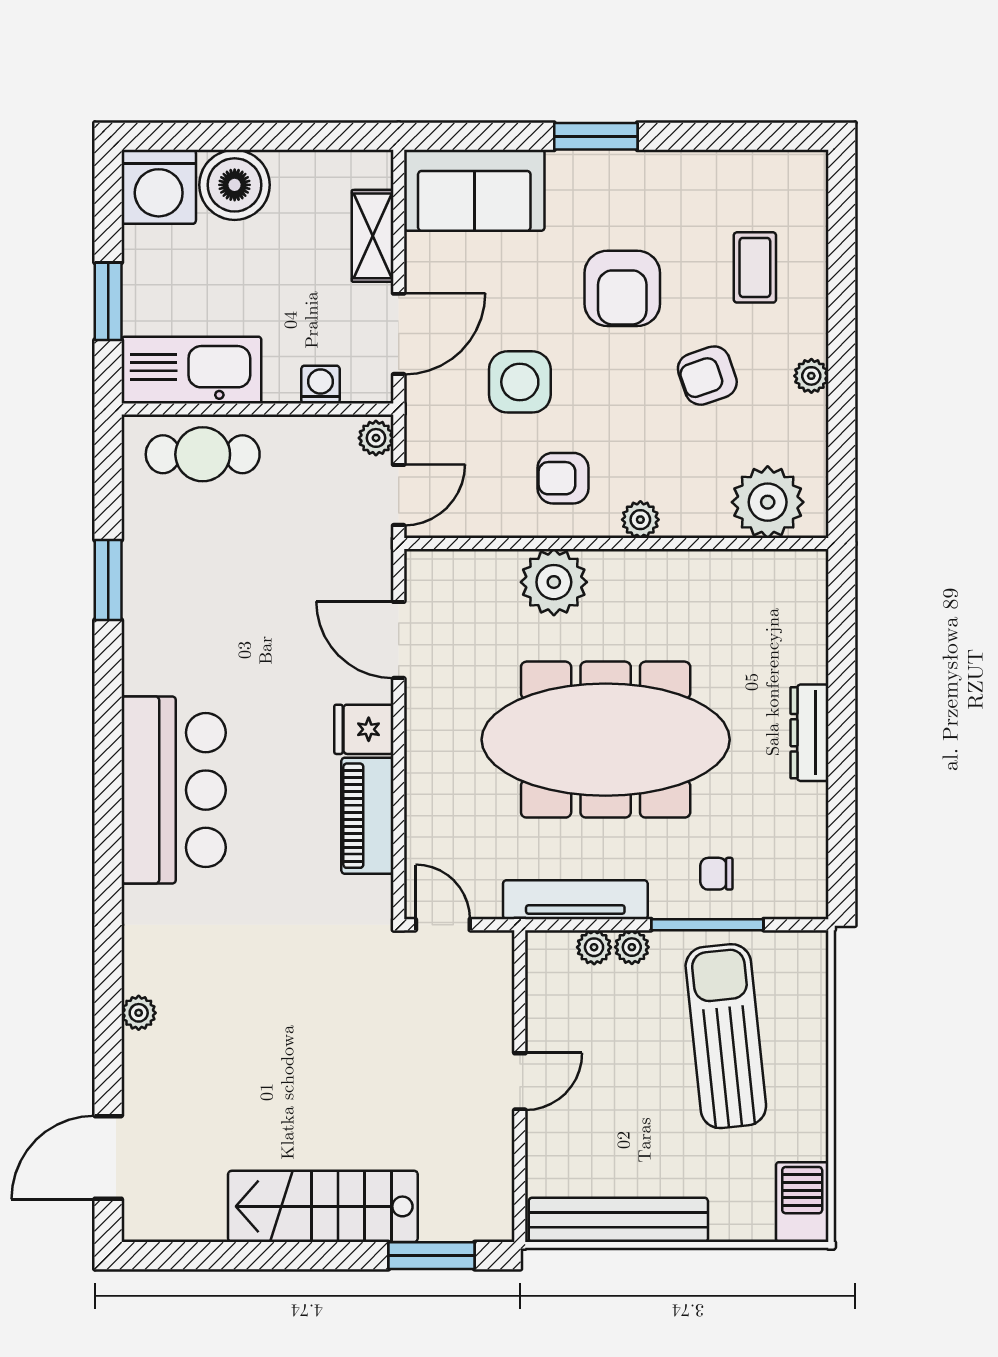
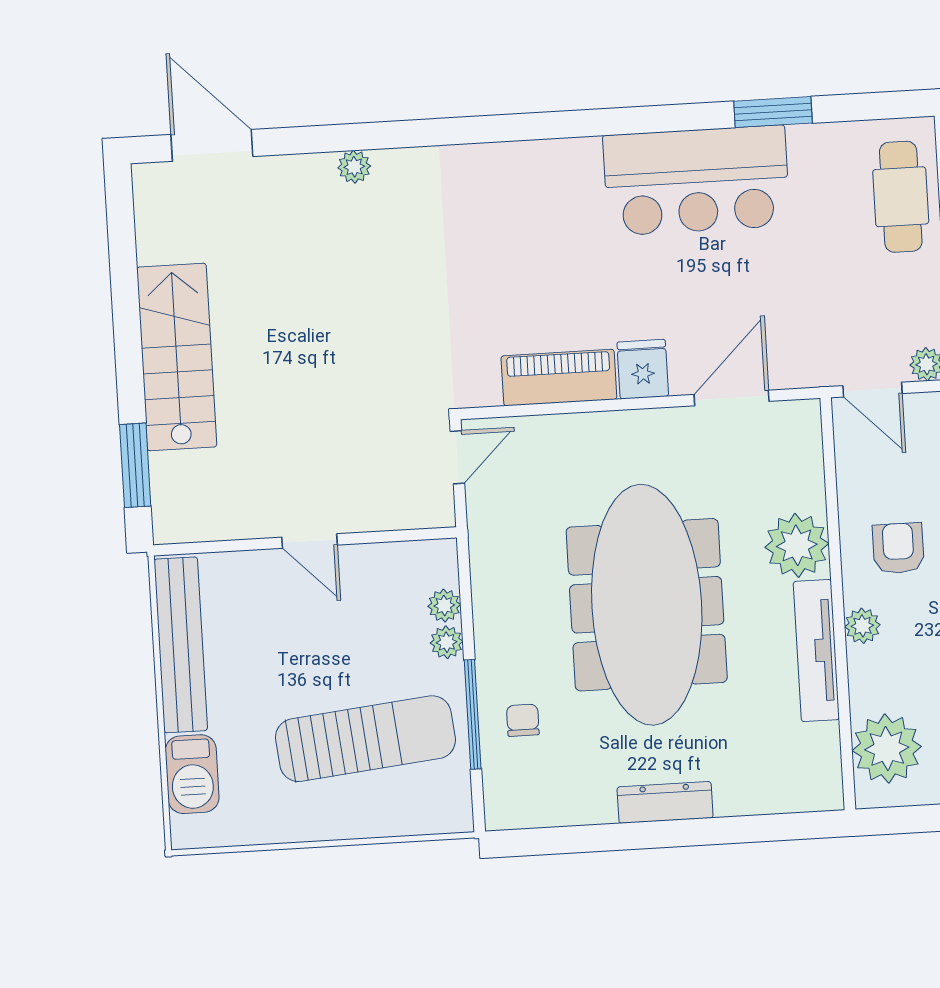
bar counter: (174, 790) -> (696, 180), moved
tv unit: (575, 900) -> (816, 651), moved, turned 180
barbecue: (802, 1202) -> (192, 774), moved, turned 90

